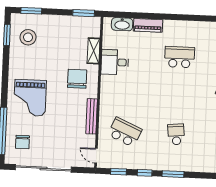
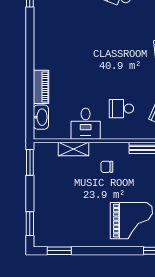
stool: (28, 37) -> (61, 226), removed
school desk: (179, 57) -> (121, 109), moved, width x0.54
chair: (77, 79) -> (107, 167), width x0.54, depth x0.54

